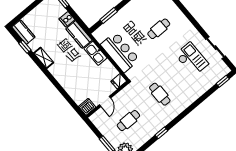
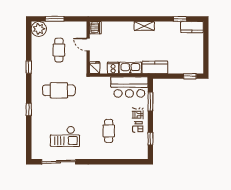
cooker: (67, 19) -> (113, 68), moved
sliding door: (216, 48) -> (59, 162), width x1.37
bar counter: (120, 52) -> (129, 87), moved
shelving: (44, 58) -> (144, 26), moved
window: (223, 81) -> (29, 109), moved
cafe table: (160, 94) -> (59, 90), width x1.37, depth x1.35

